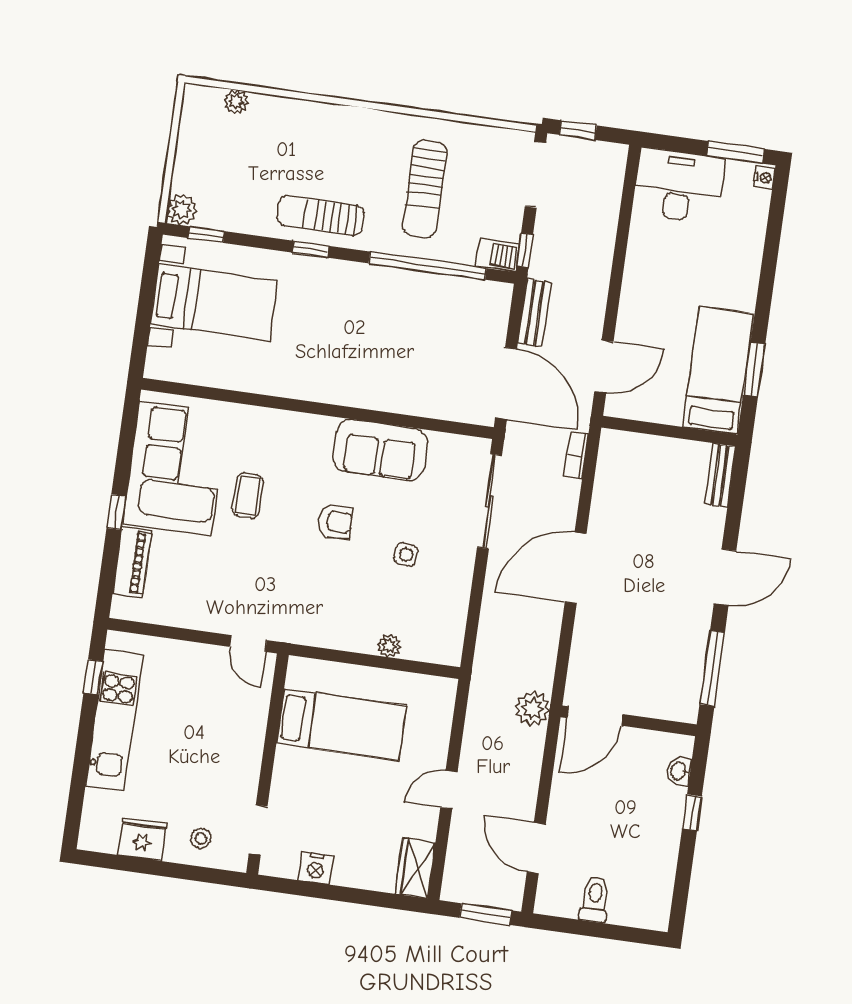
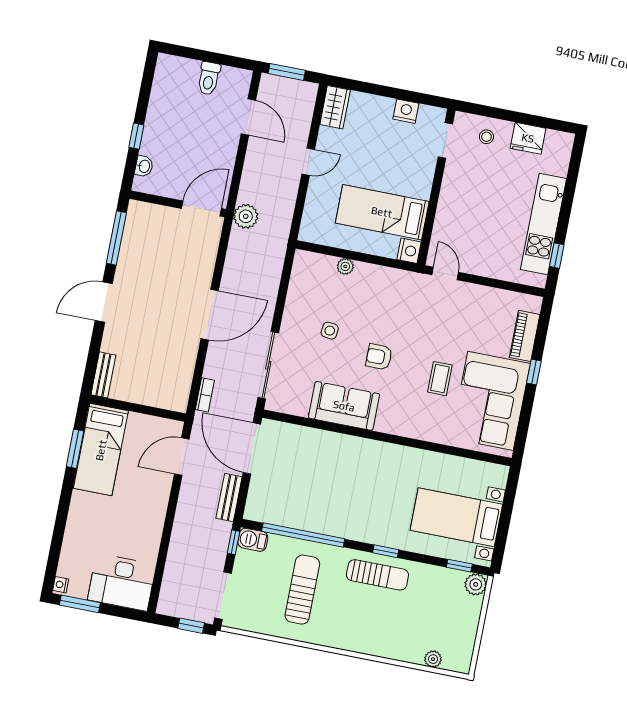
nightstand: (301, 673) -> (409, 251), added

